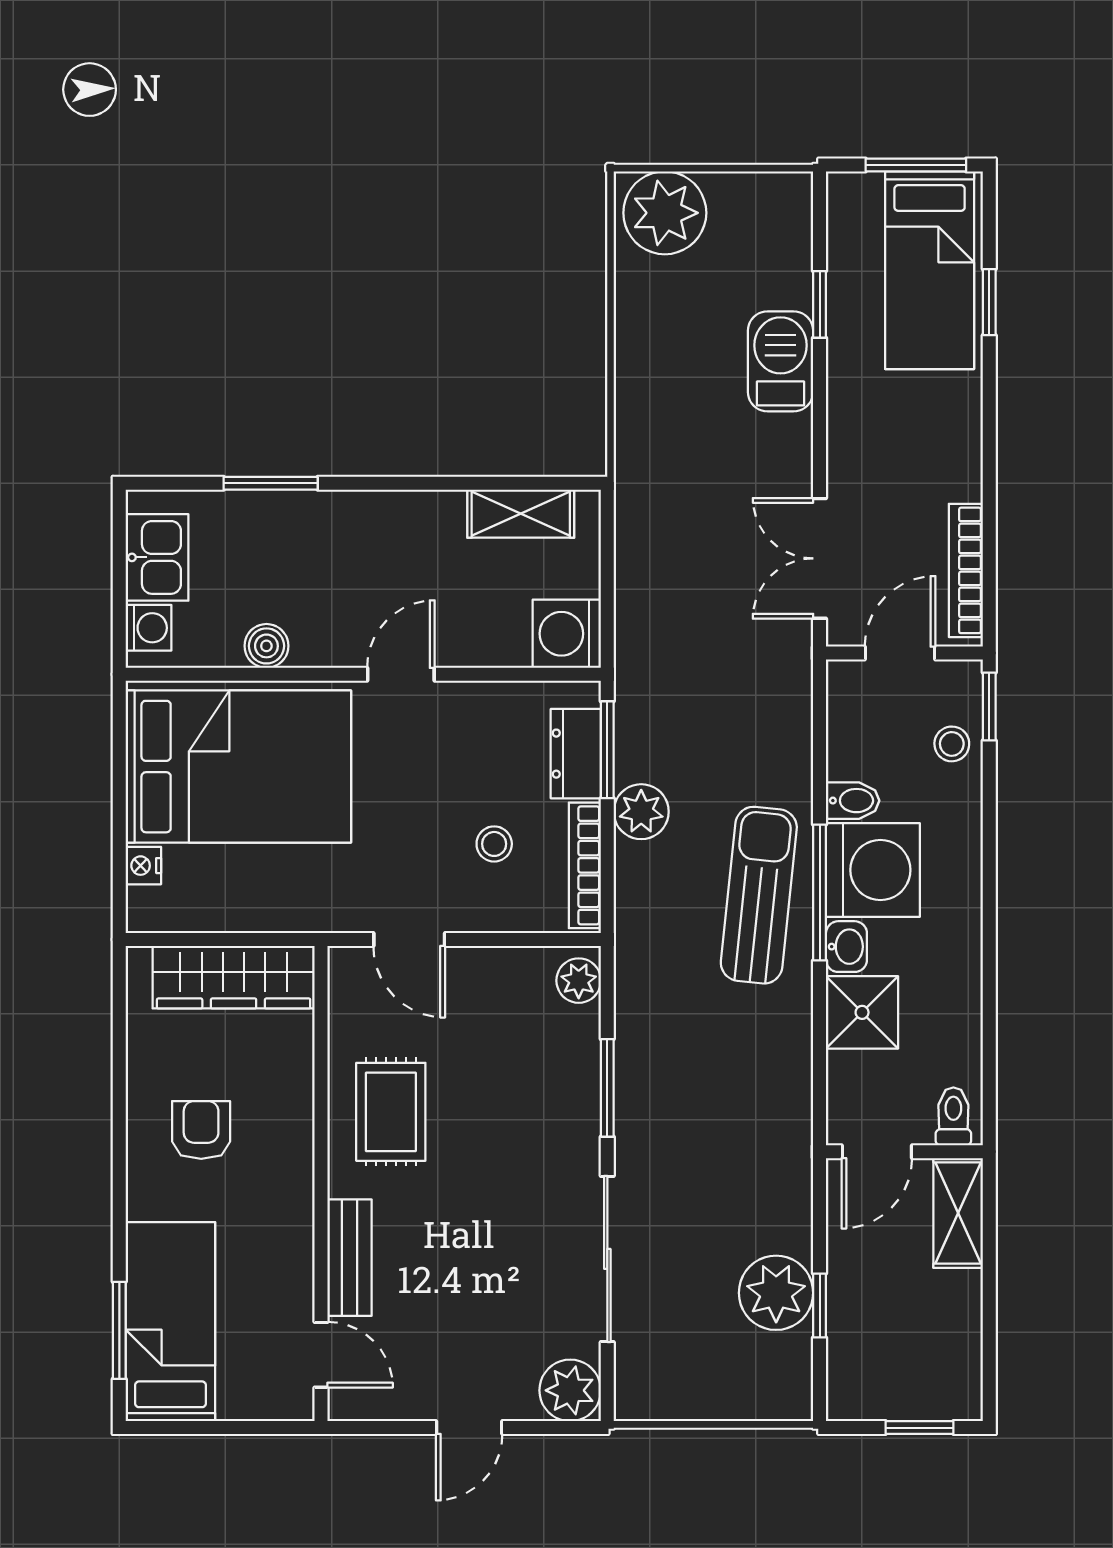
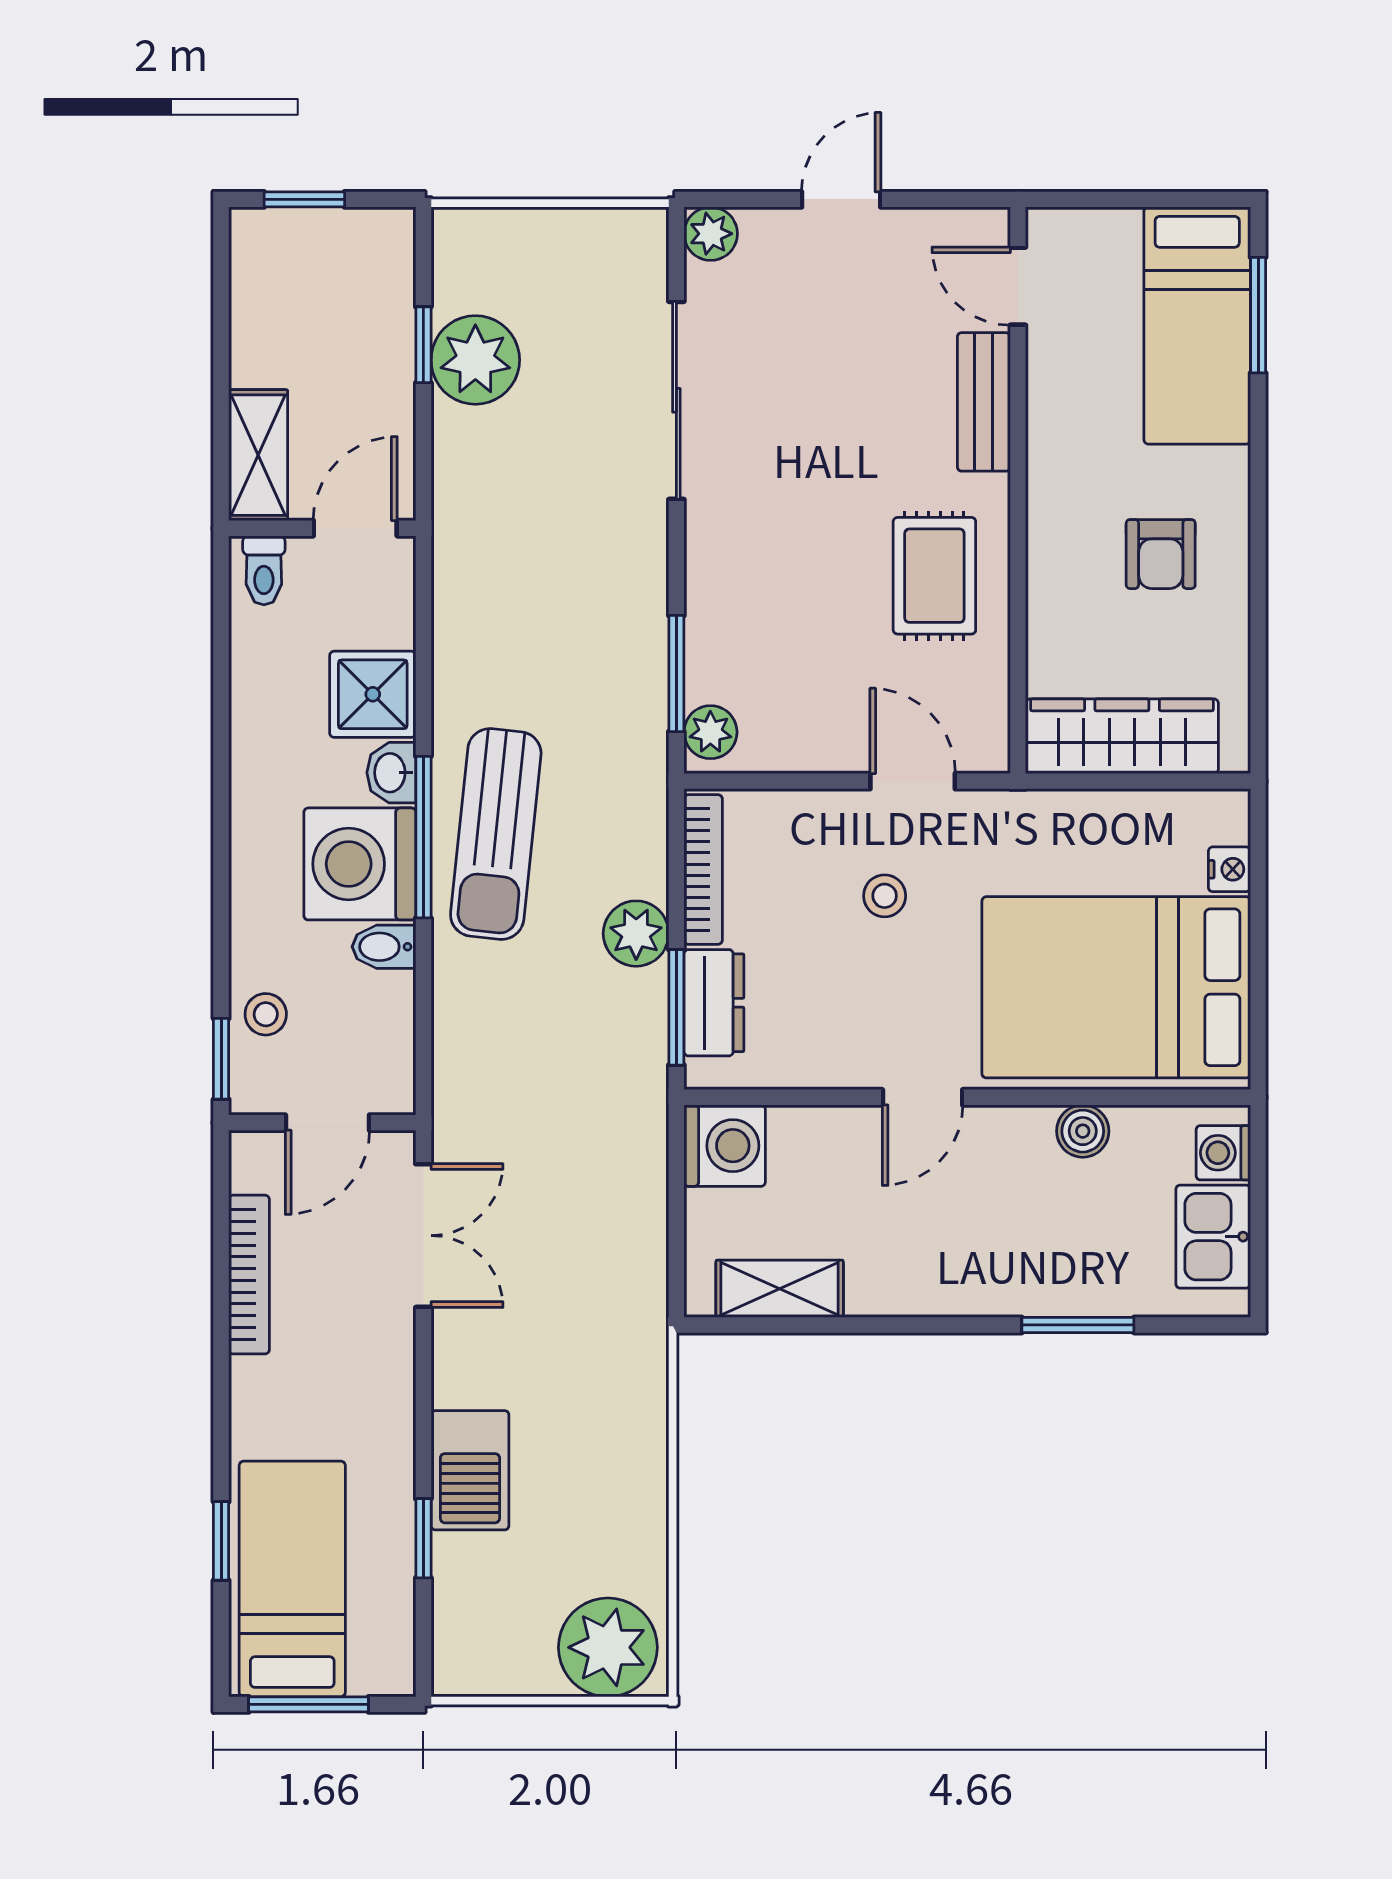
bookcase: (966, 570) -> (249, 1275), moved
stool: (494, 844) -> (885, 896), moved
window: (607, 1088) -> (676, 673), moved
plant: (570, 1390) -> (711, 234), width x0.73, depth x0.73

